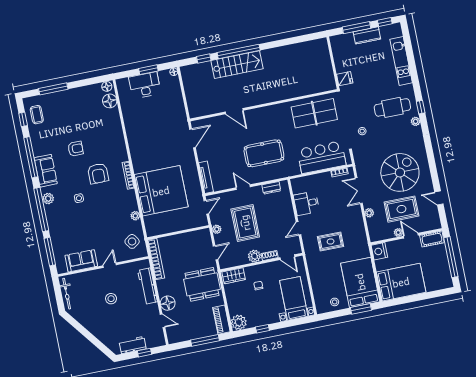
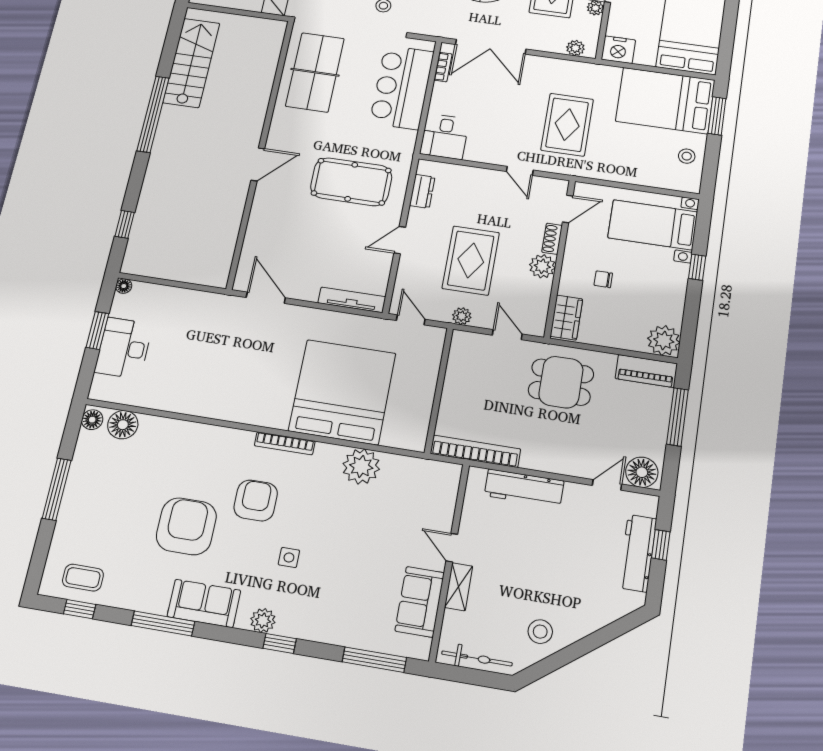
window: (239, 51) -> (153, 114), moved
stairs: (237, 65) -> (191, 63), moved
window: (53, 89) -> (57, 489), moved
door: (234, 111) -> (258, 164), moved
armchair: (76, 149) -> (186, 526), width x1.88, depth x1.88
pool table: (264, 153) -> (351, 182), turned 90
window: (31, 157) -> (163, 623), width x0.68
armchair: (98, 174) -> (256, 500), turned -90
double door: (359, 191) -> (491, 47), width x1.37
desk: (306, 203) -> (445, 137), moved
window: (41, 210) -> (280, 643), width x0.32
plant: (369, 213) -> (575, 48), moved
plant: (135, 216) -> (361, 466), width x1.87, depth x1.87
rug: (245, 223) -> (471, 260), turned 90
side table: (132, 241) -> (421, 485), removed
rug: (331, 242) -> (567, 125), width x1.36, depth x1.43
shelving: (94, 275) -> (459, 587), added
dining table: (202, 284) -> (561, 382), width x0.73
stool: (111, 299) -> (540, 632), moved
floor lamp: (168, 303) -> (642, 472), moved
window: (262, 329) -> (697, 267), moved
workbench: (133, 345) -> (638, 553), width x1.38

